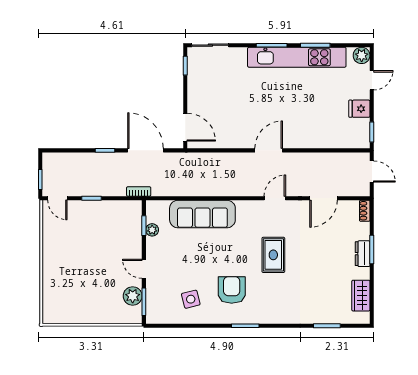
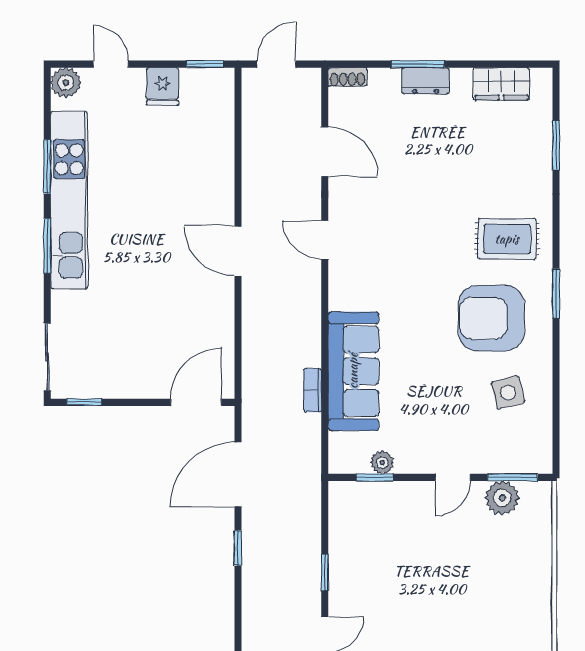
bookcase: (139, 191) -> (313, 390), moved
rug: (273, 255) -> (507, 239), moved
armchair: (232, 290) -> (491, 318), width x1.36, depth x1.36

